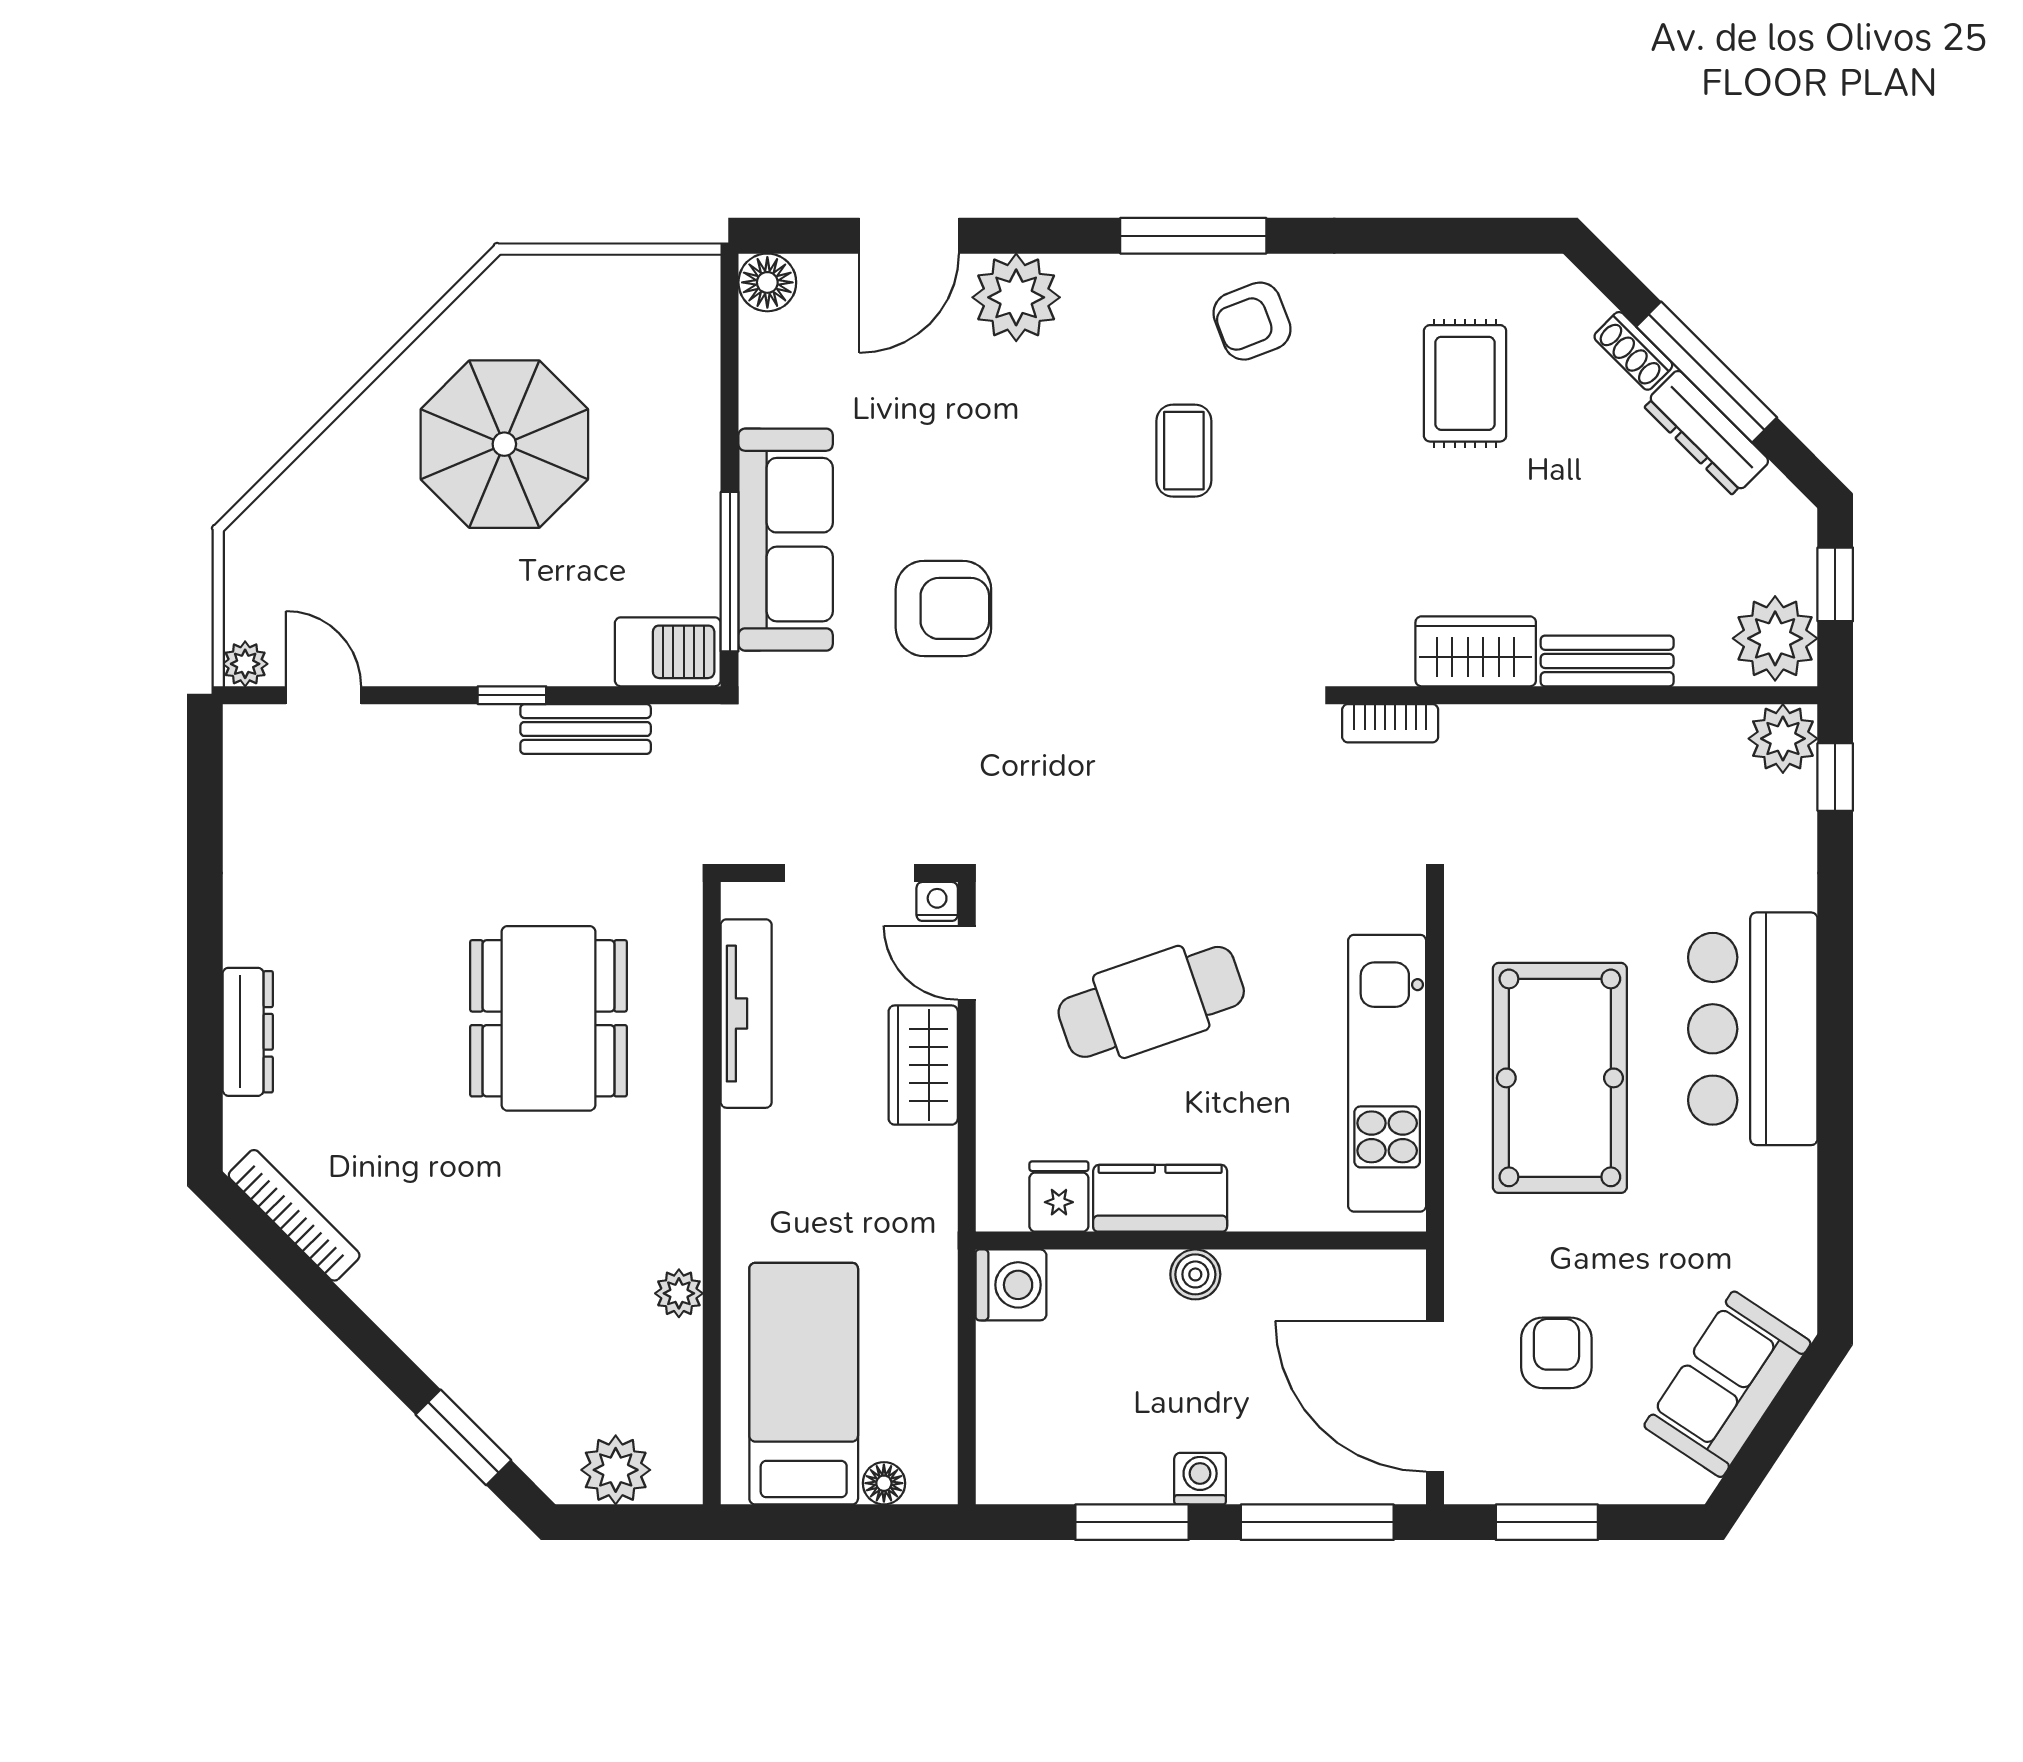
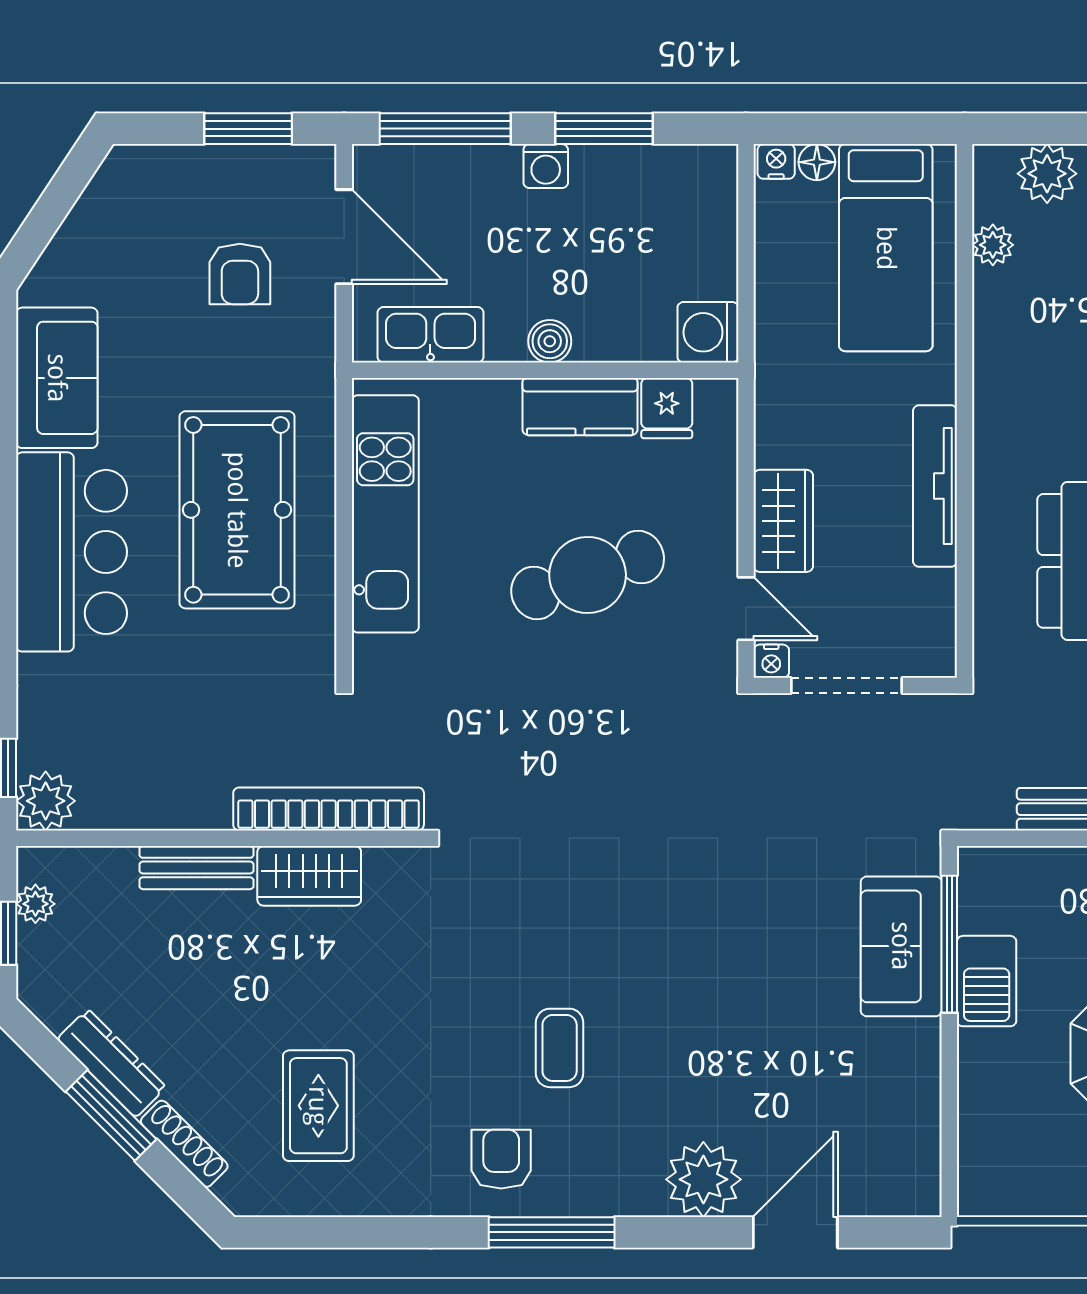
floor lamp: (767, 282) -> (917, 1192), removed
armchair: (1252, 321) -> (501, 1159), turned -69
shoe rack: (1633, 351) -> (184, 1144), width x1.43
window: (1707, 372) -> (111, 1115), width x0.69
sofa: (786, 540) -> (901, 946), width x0.73
armchair: (943, 608) -> (766, 913), removed
plant: (1775, 638) -> (35, 904), width x0.53, depth x0.53
barbecue: (668, 652) -> (987, 981), moved, turned -90
bookcase: (1390, 723) -> (329, 809), width x2.31, depth x1.31
tv unit: (746, 1014) -> (935, 486), moved
kitchen sink: (1334, 1282) -> (430, 335), added
plant: (679, 1293) -> (993, 245), moved
sofa: (1727, 1384) -> (57, 378), moved, turned -33
door: (1435, 1396) -> (344, 237), width x0.73
nightstand: (931, 1484) -> (776, 161), added

